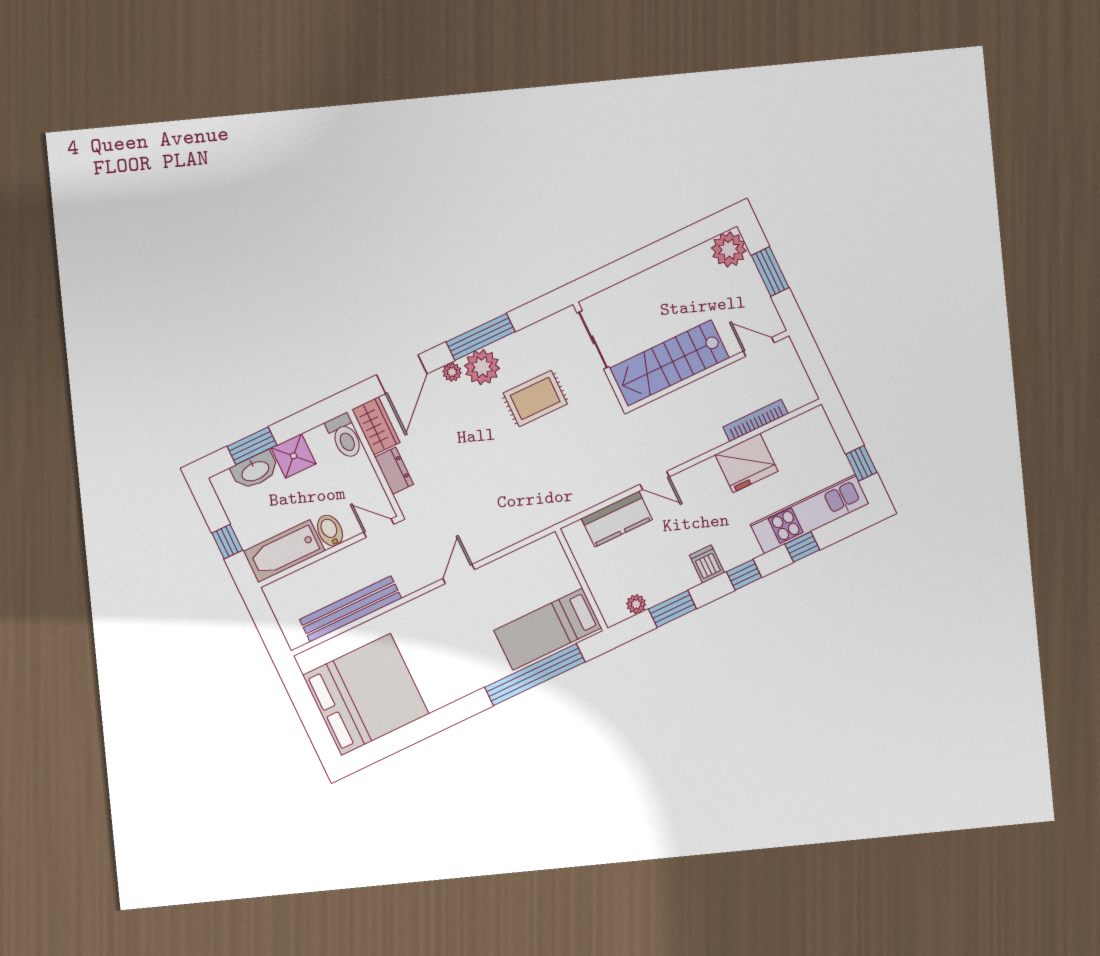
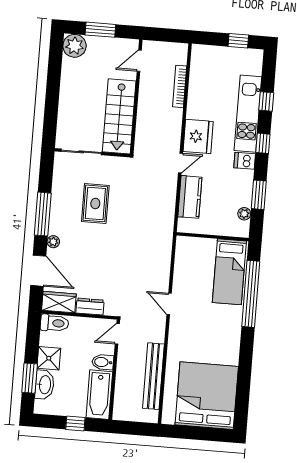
plant: (482, 367) -> (60, 223), removed
fridge: (746, 463) -> (198, 136), moved
kitchen unit: (810, 514) -> (248, 114), moved

